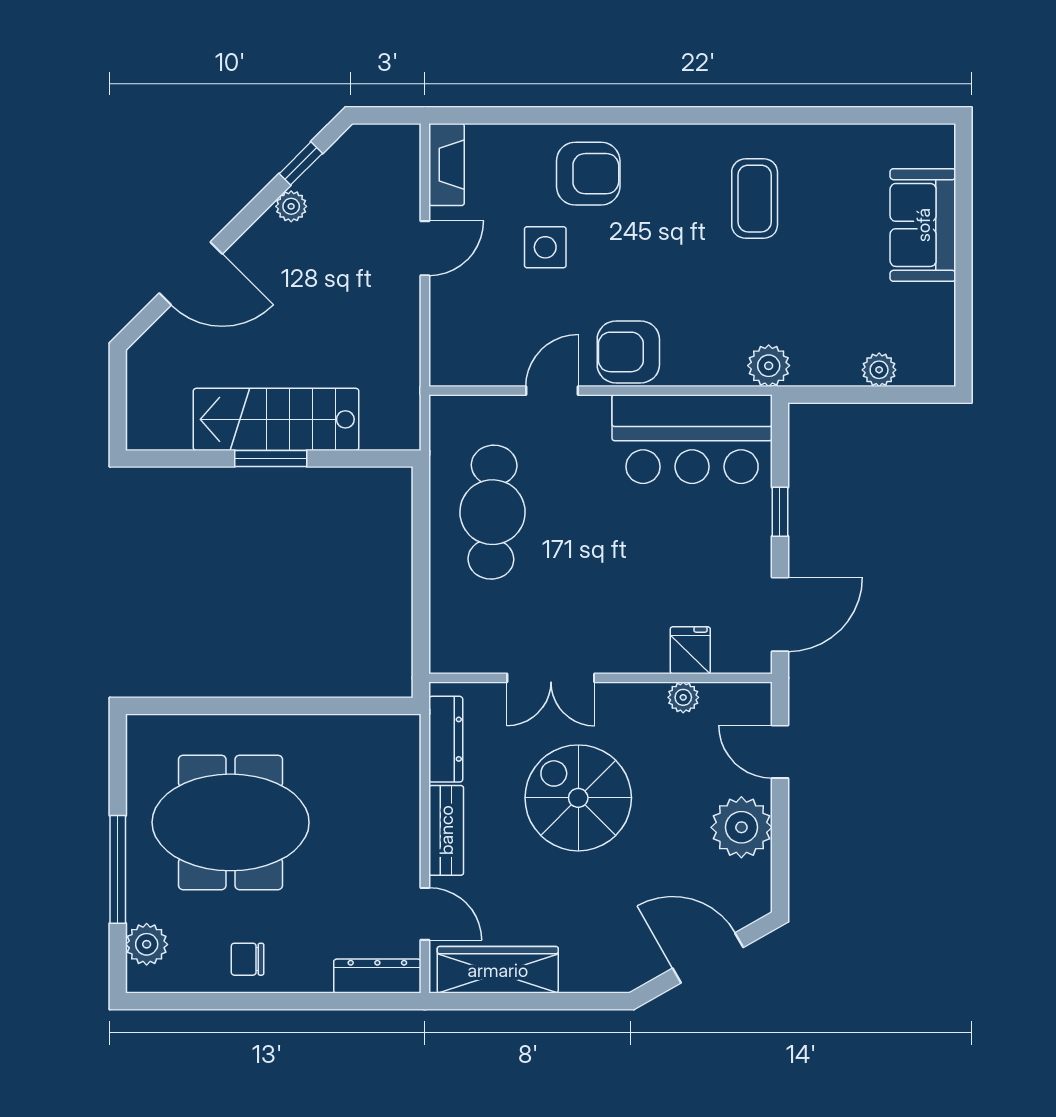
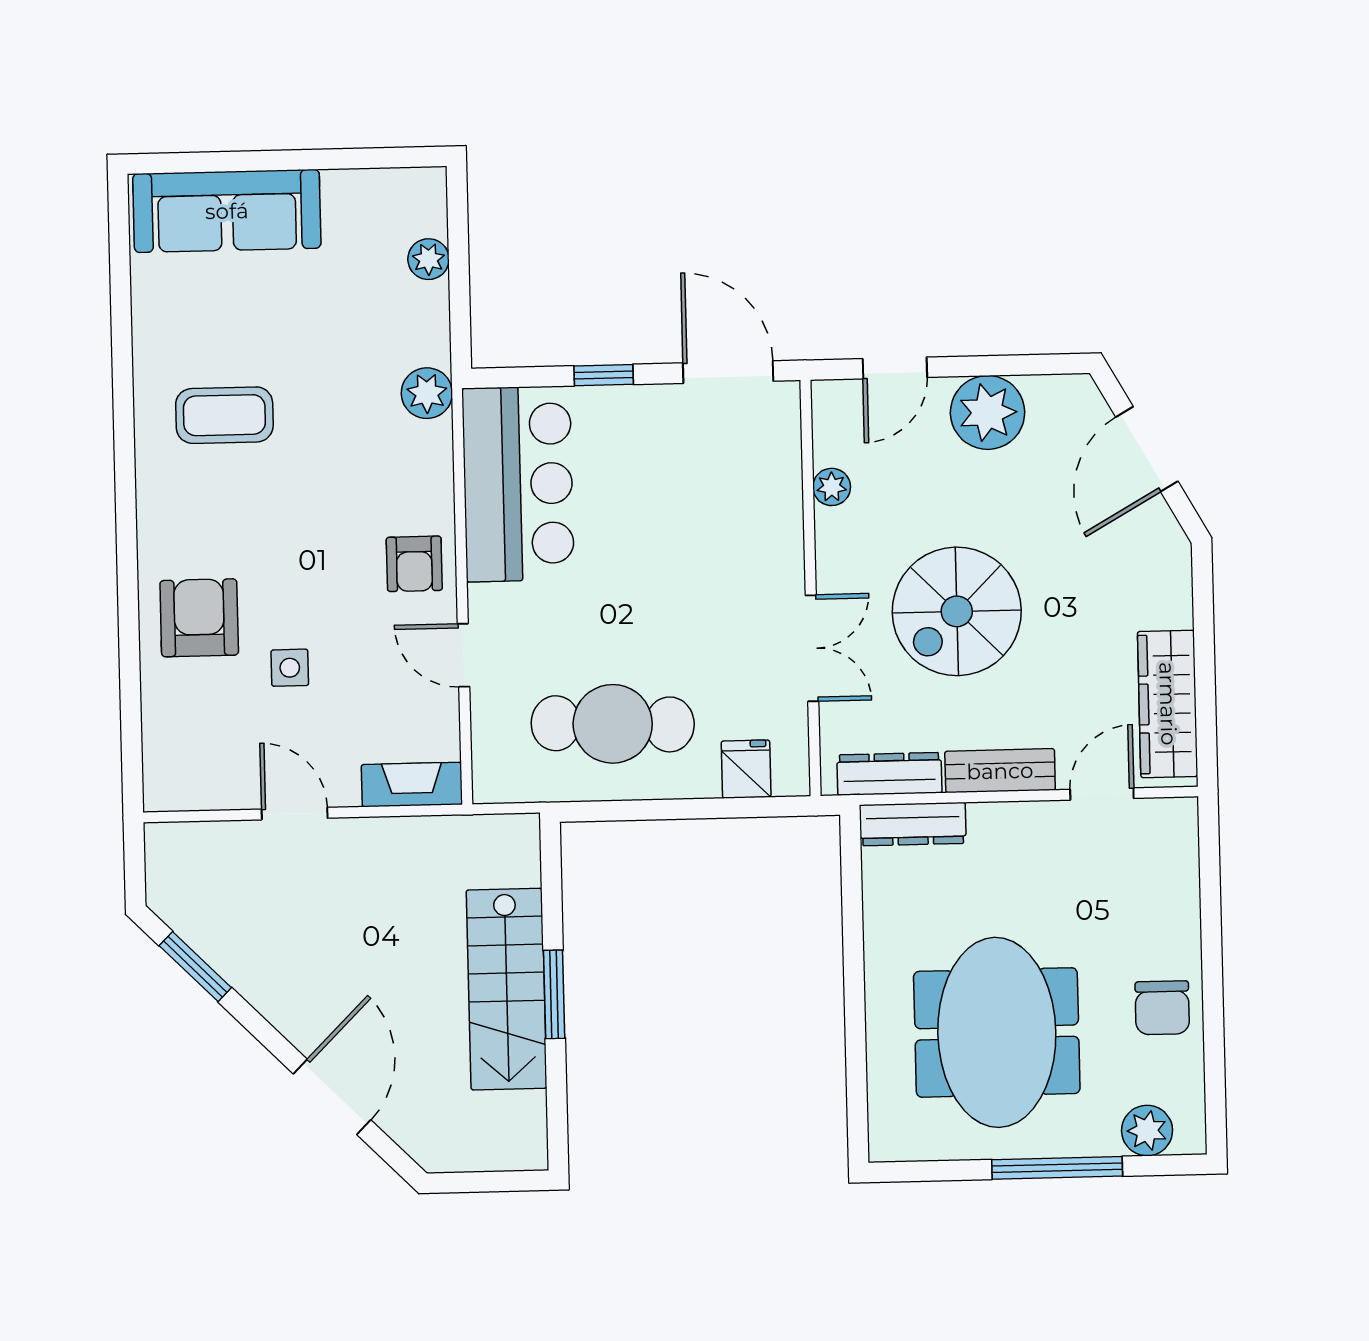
window: (301, 163) -> (195, 967), width x1.50
fireplace: (447, 165) -> (412, 785), moved
plant: (291, 206) -> (248, 977), removed
sofa: (923, 225) -> (227, 211), width x1.36
side table: (545, 247) -> (290, 668), width x0.73, depth x0.73
armchair: (628, 352) -> (414, 564), width x0.72, depth x0.72
fridge: (690, 650) -> (746, 769), moved, turned 90
chair: (248, 959) -> (1162, 1008), width x1.37, depth x1.37
dresser: (377, 976) -> (913, 824), moved, turned -90

